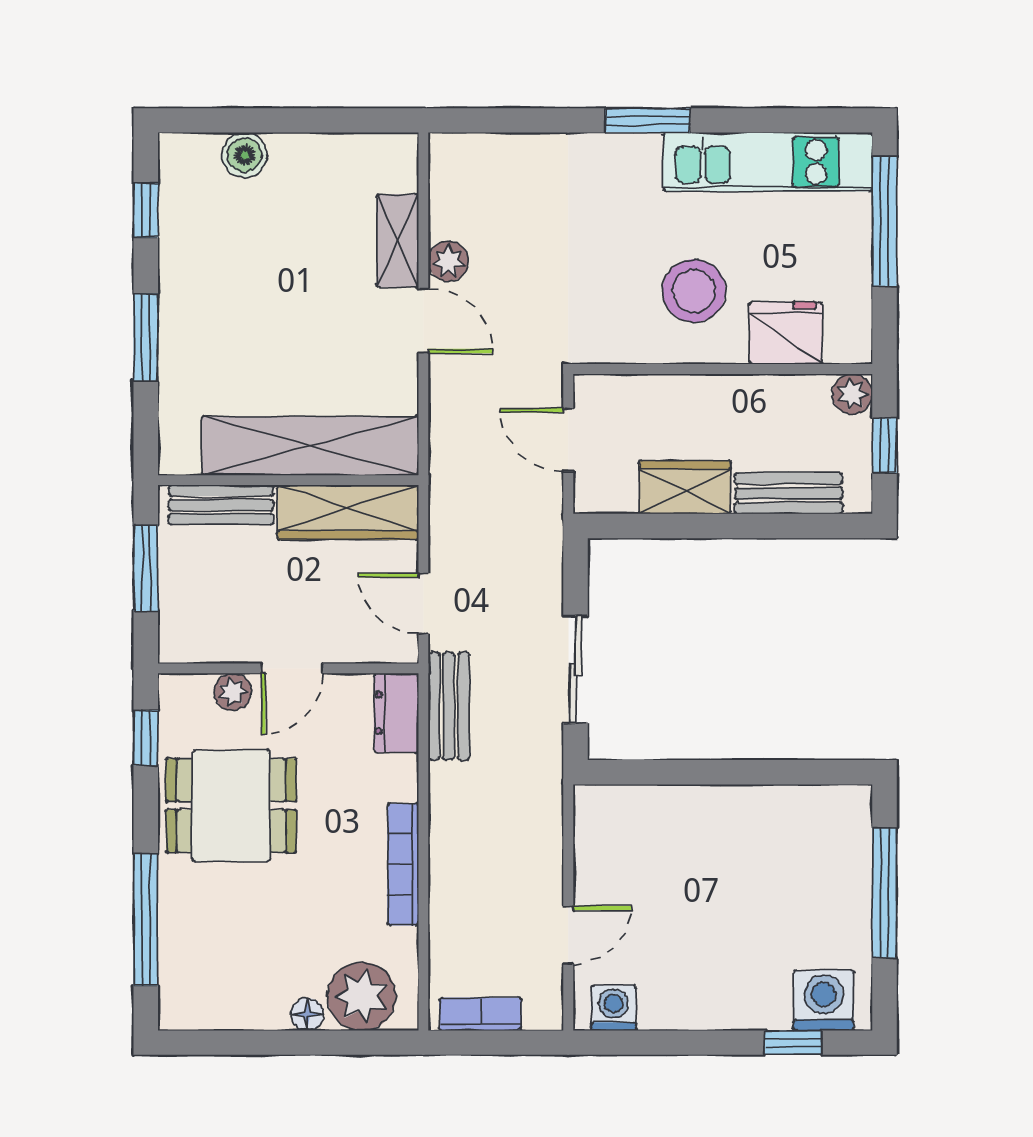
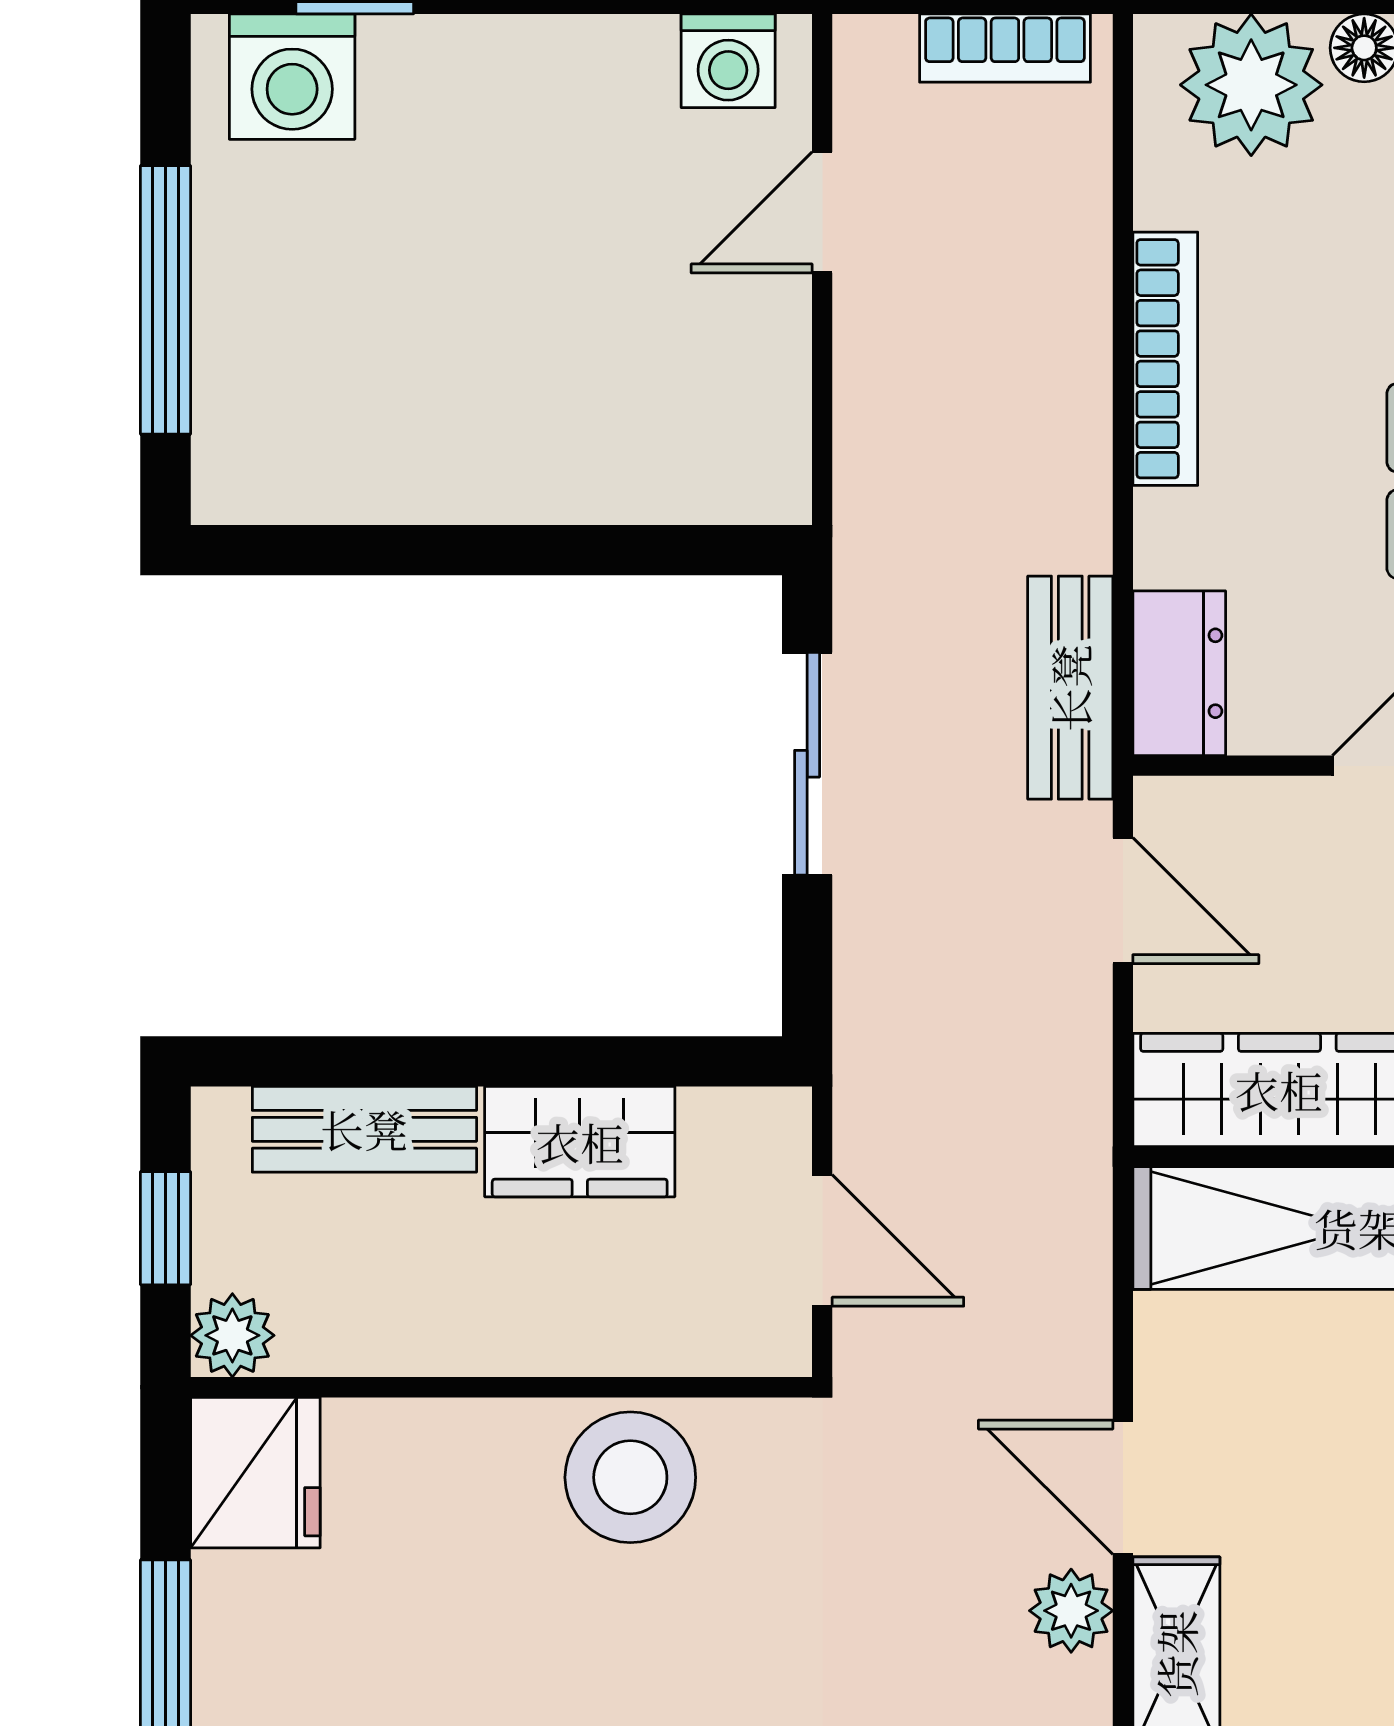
stool: (694, 291) -> (630, 1477), moved
fridge: (786, 333) -> (255, 1473), moved, turned -90

